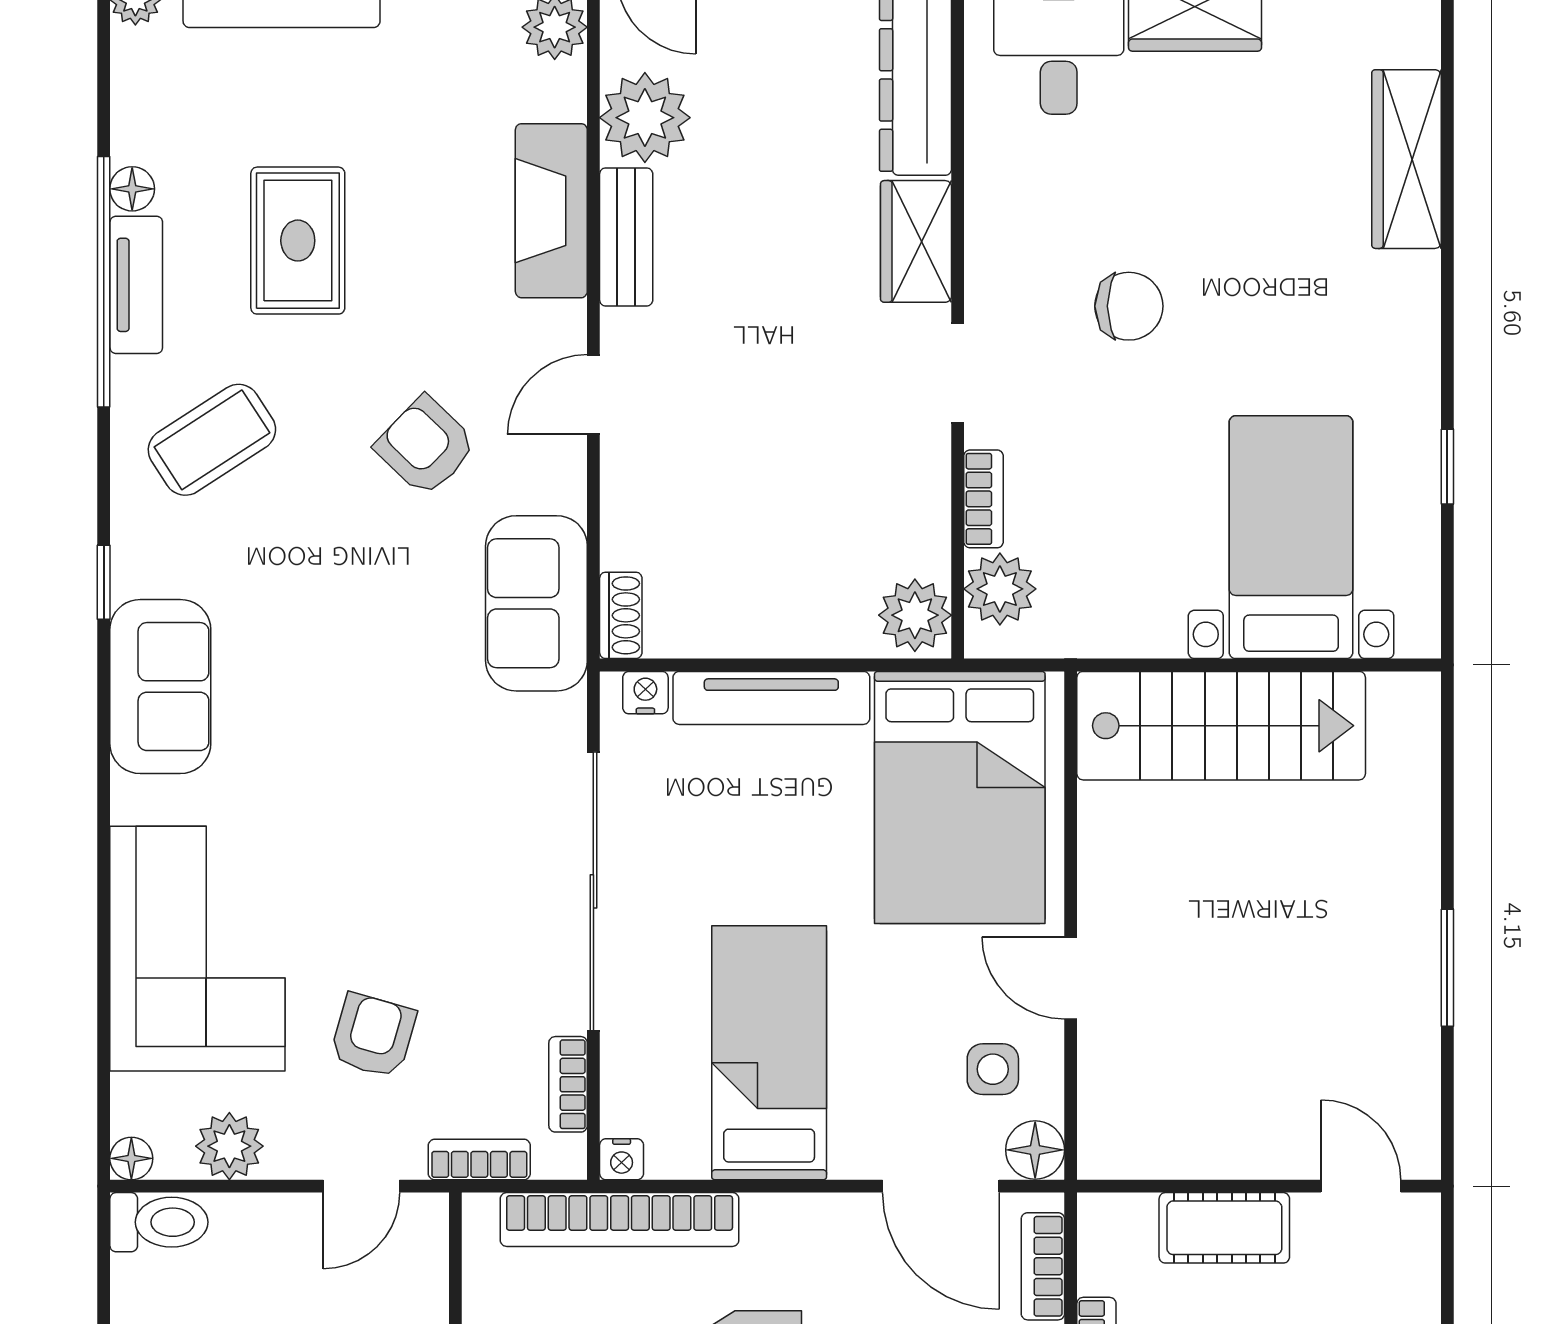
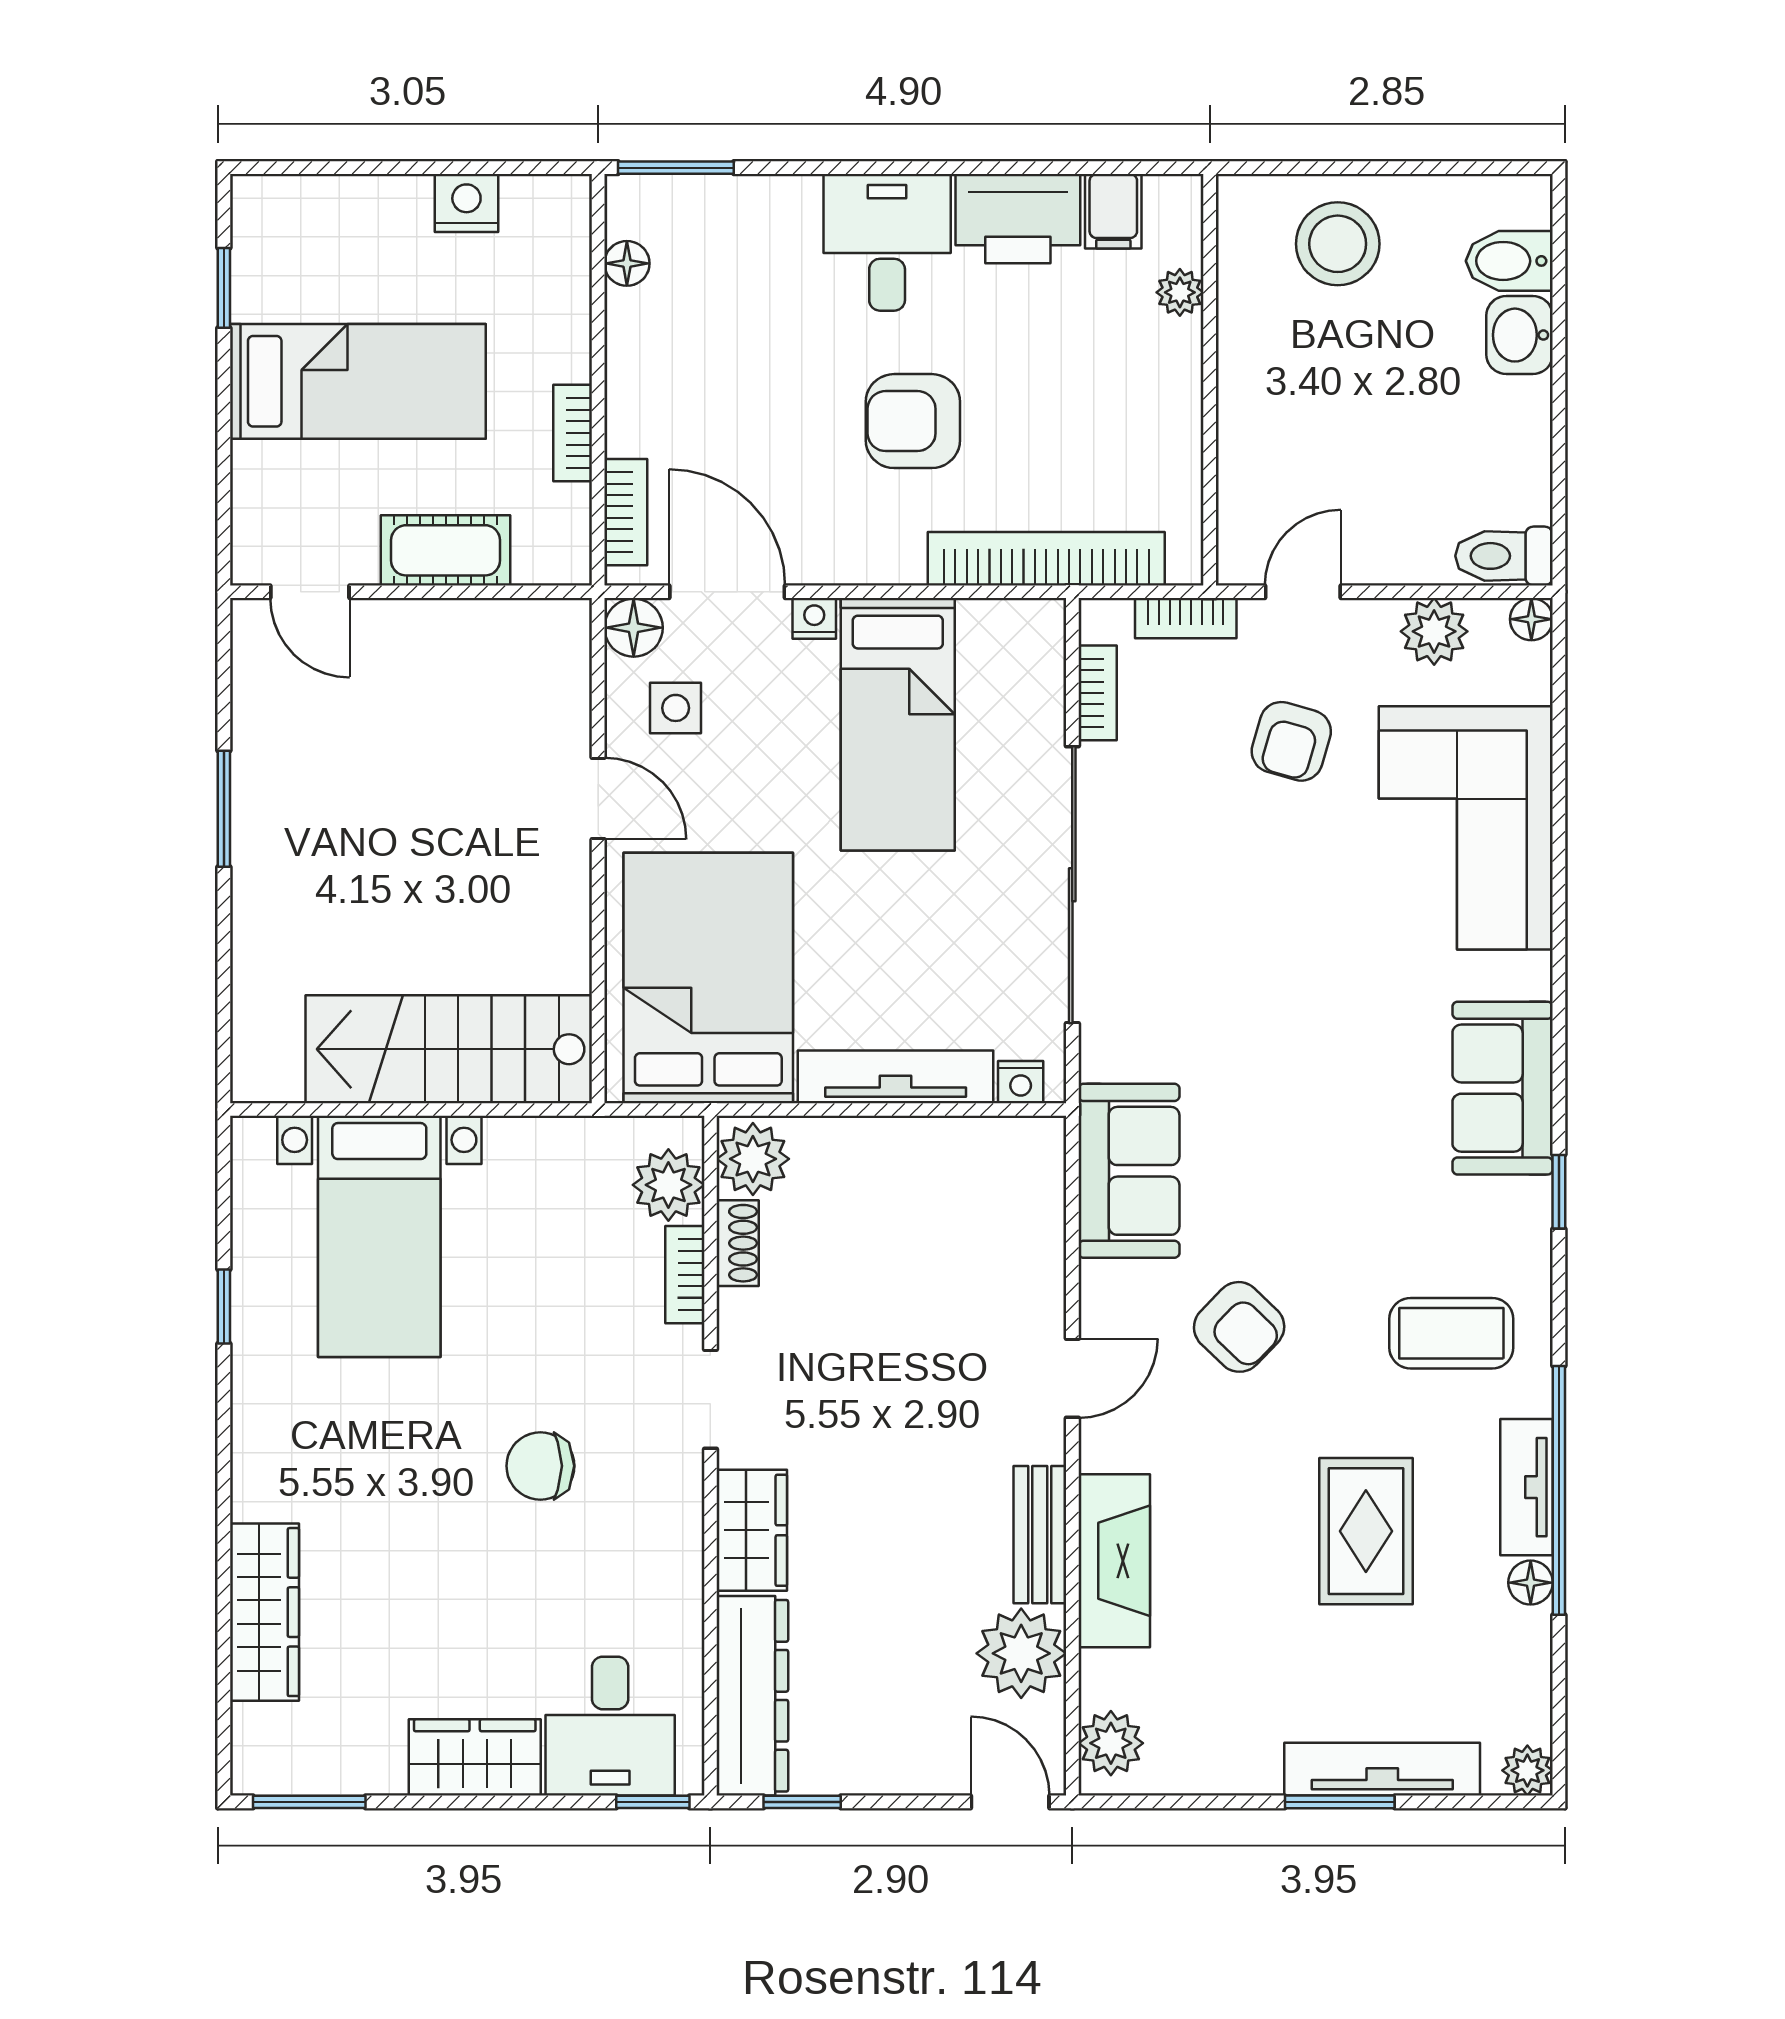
coffee table: (212, 440) -> (1451, 1333), turned 33
shoe rack: (621, 615) -> (738, 1243), moved, turned 180
nightstand: (622, 1159) -> (814, 618), moved

